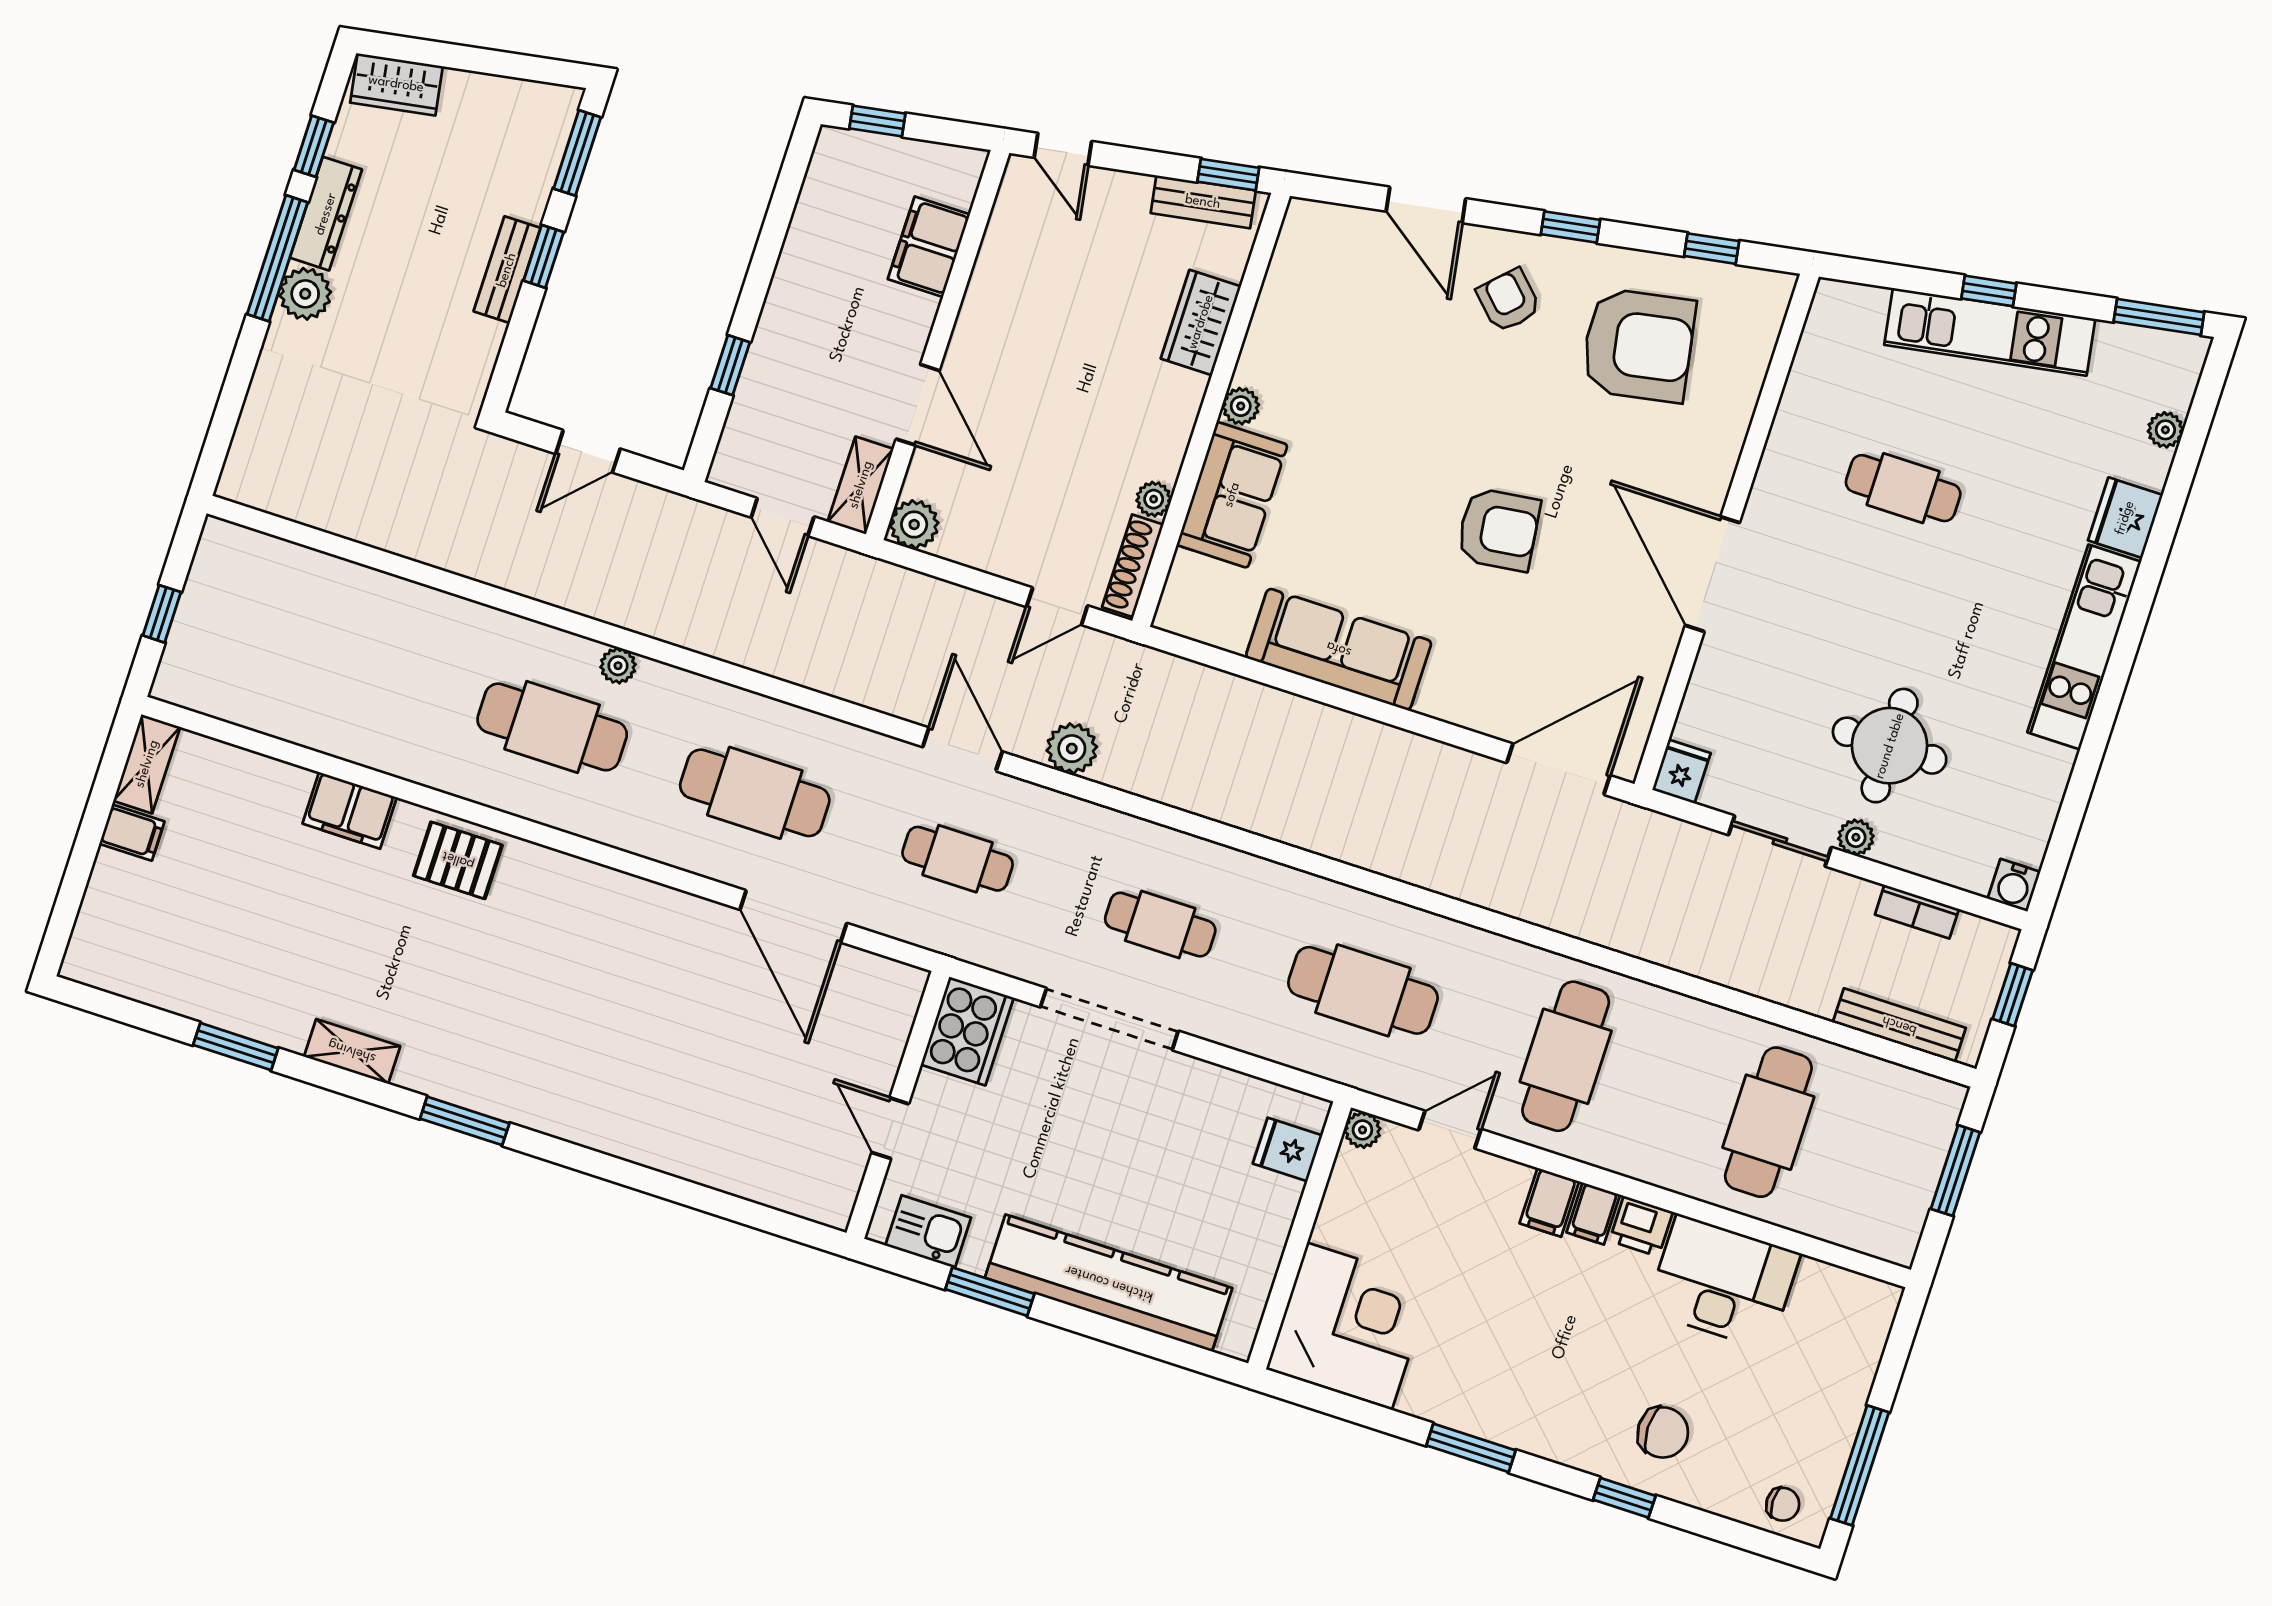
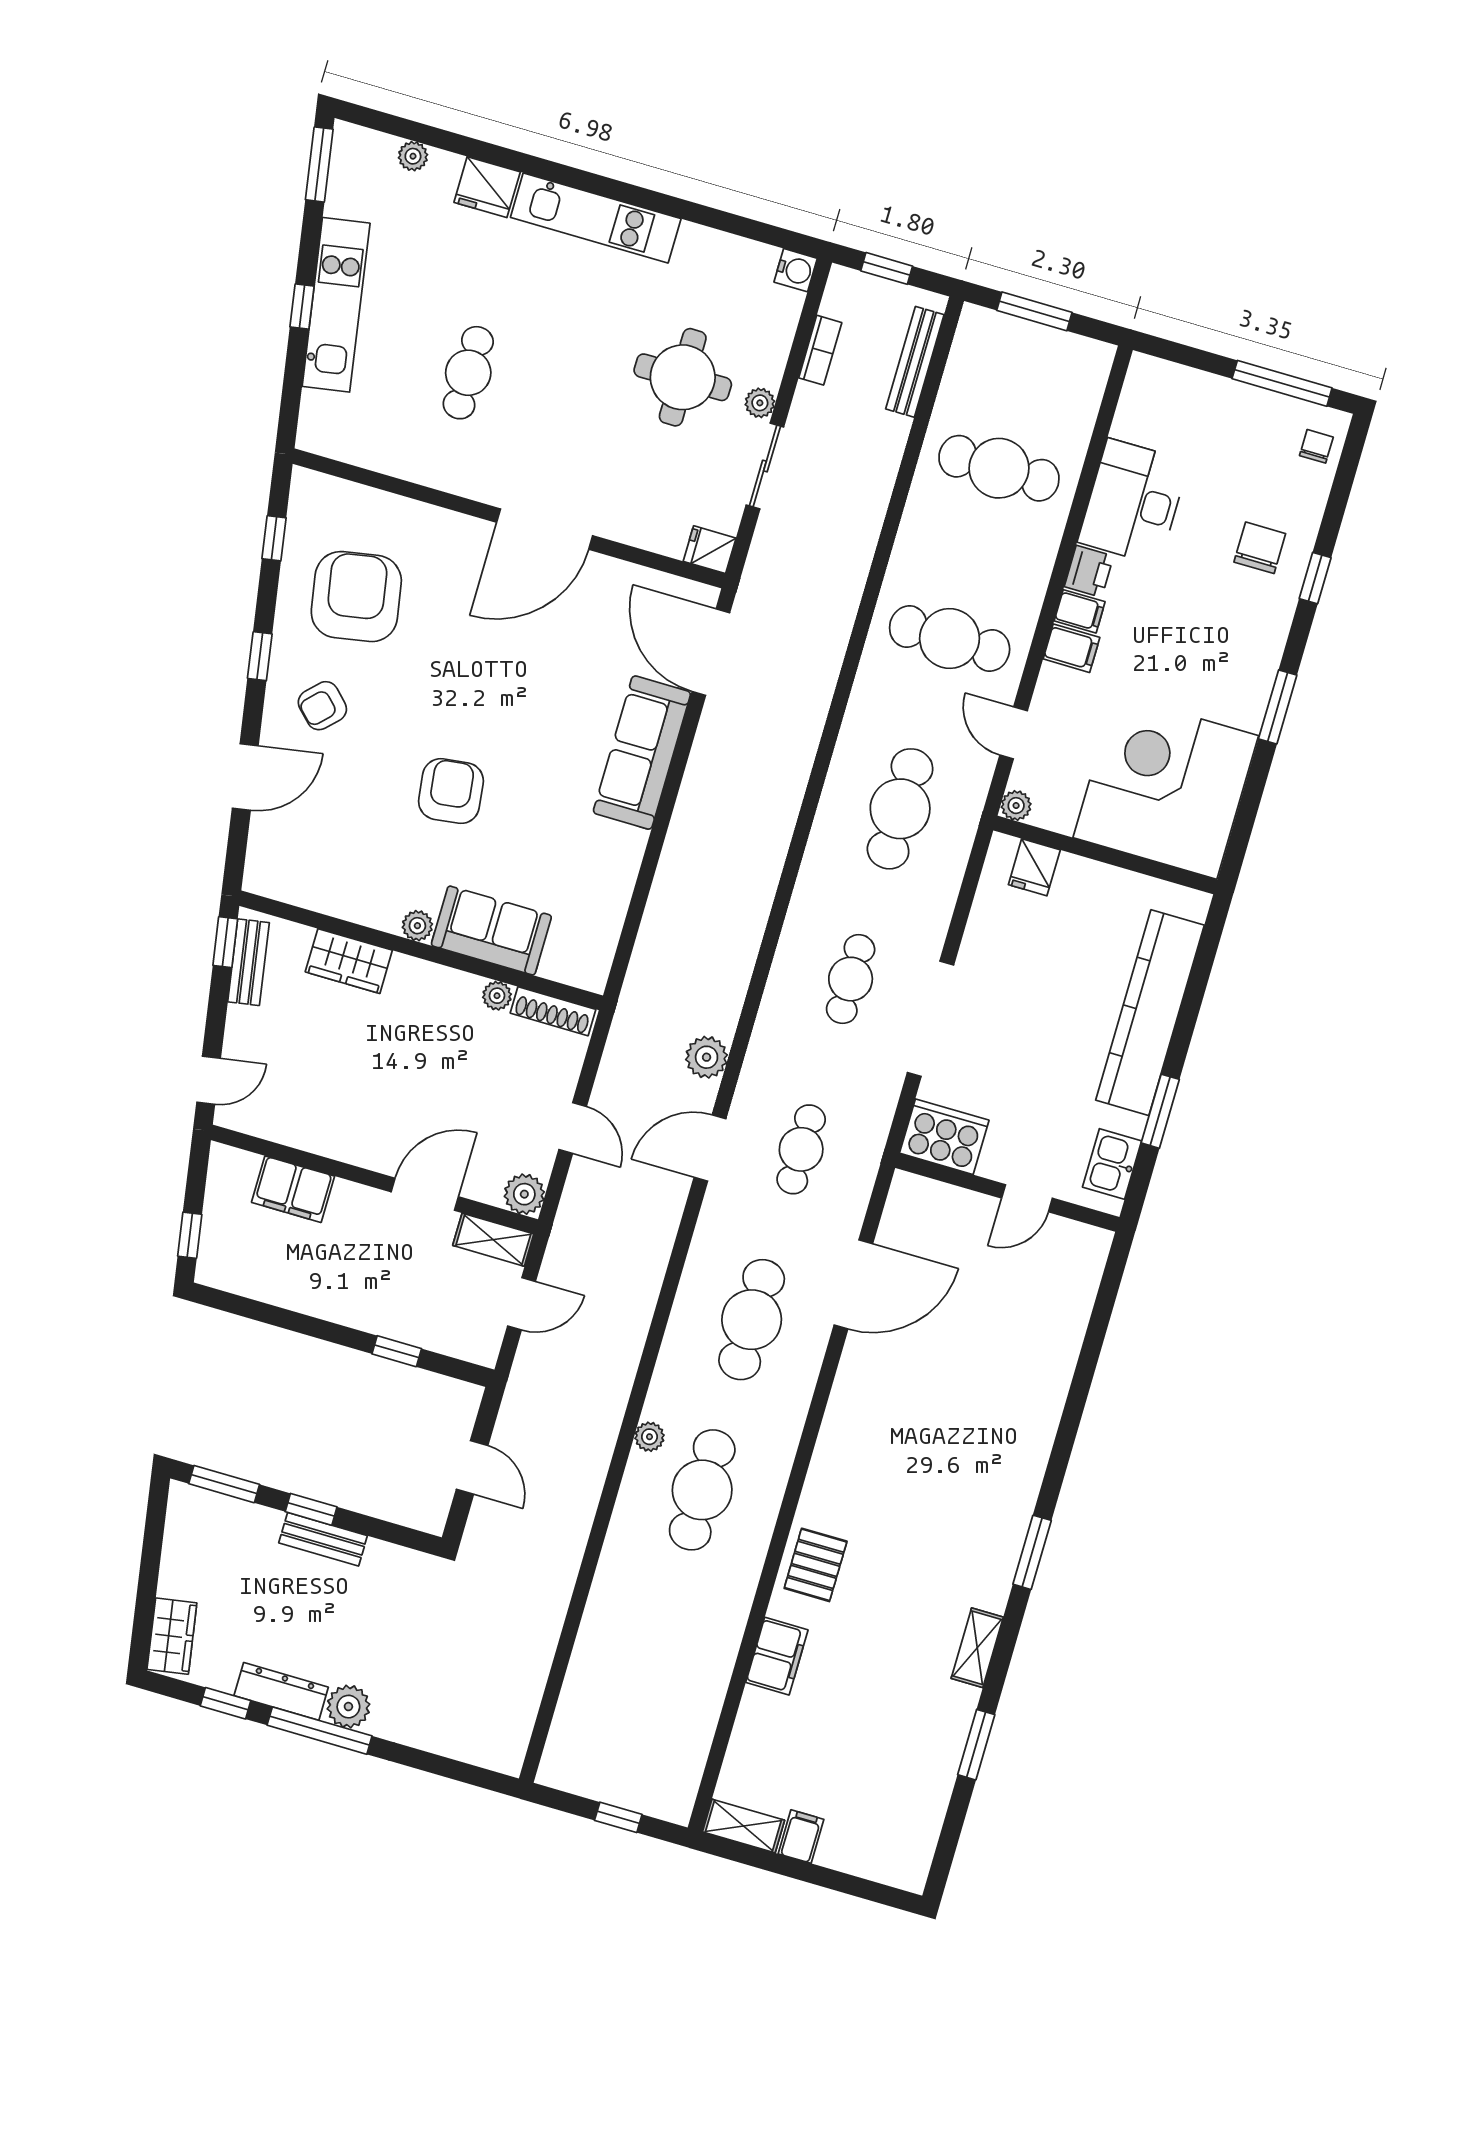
armchair: (1499, 530) -> (451, 791), moved
door: (1057, 606) -> (573, 1128), moved
sofa: (1339, 649) -> (642, 753), moved
corner desk: (1350, 1326) -> (1166, 787), width x1.36, depth x1.36

